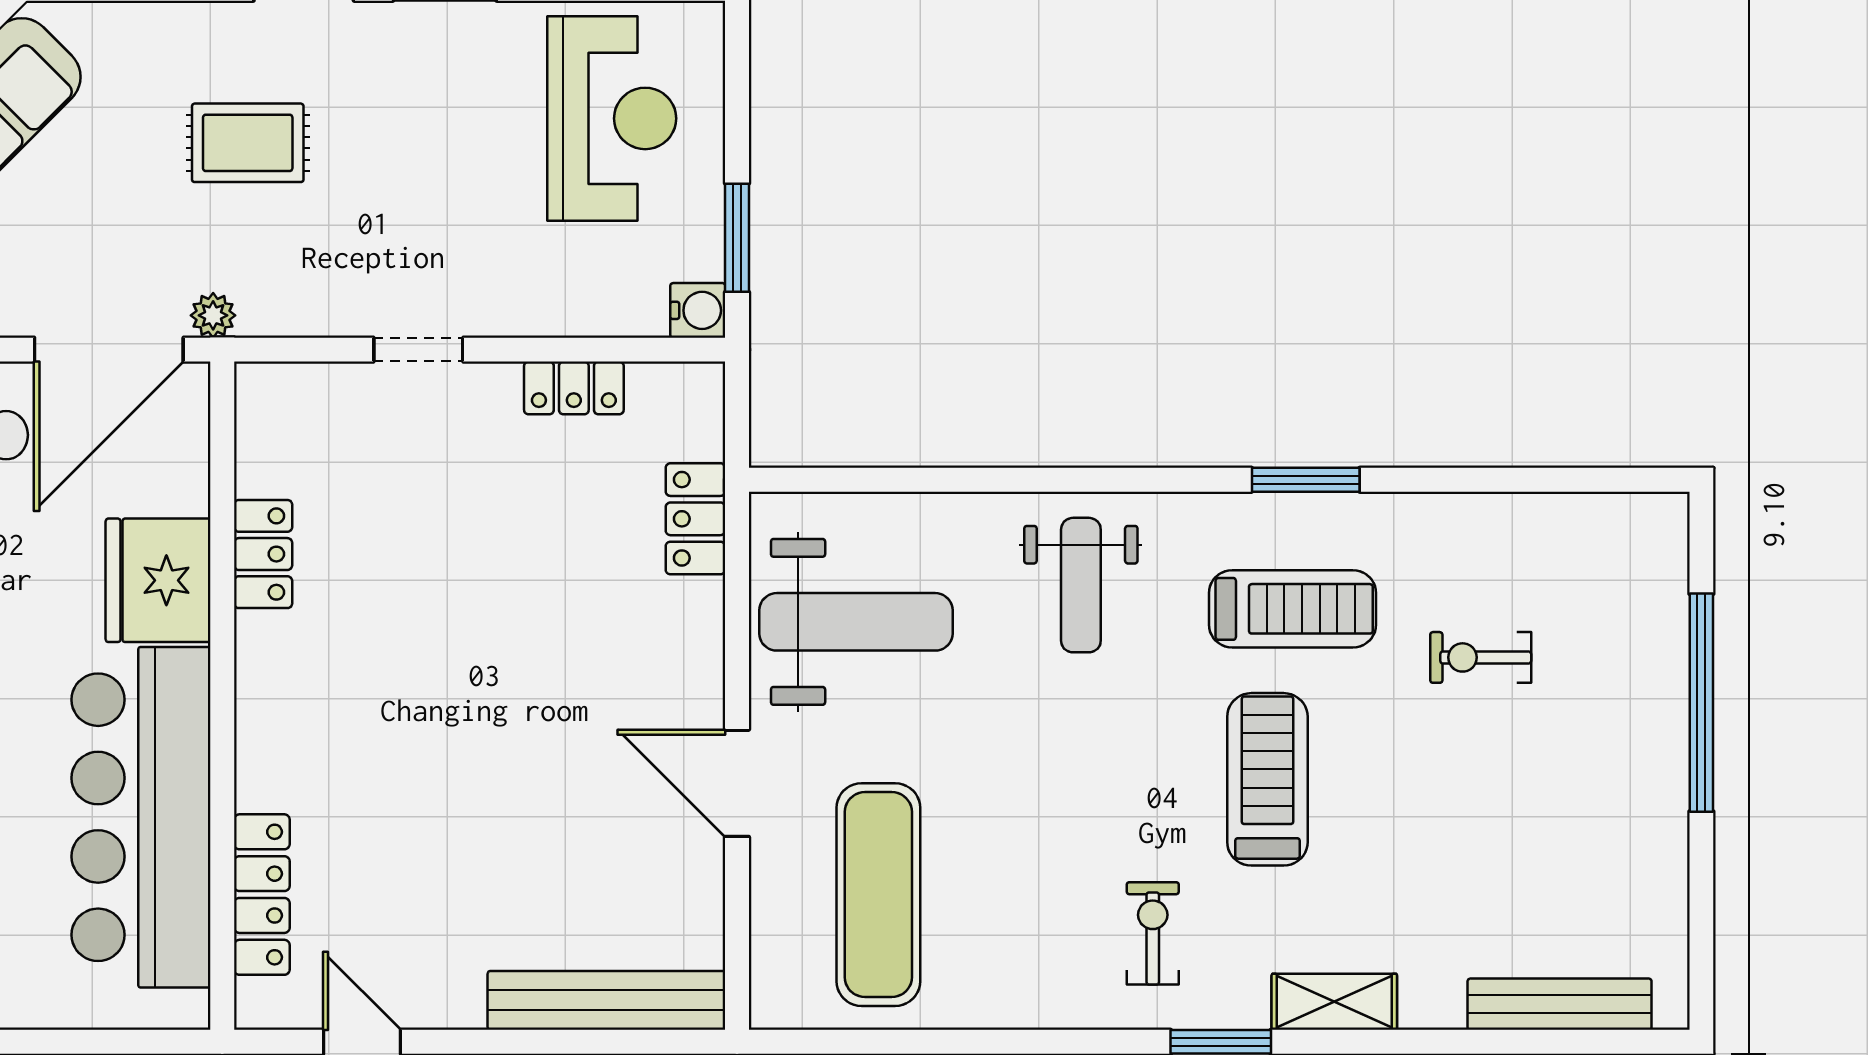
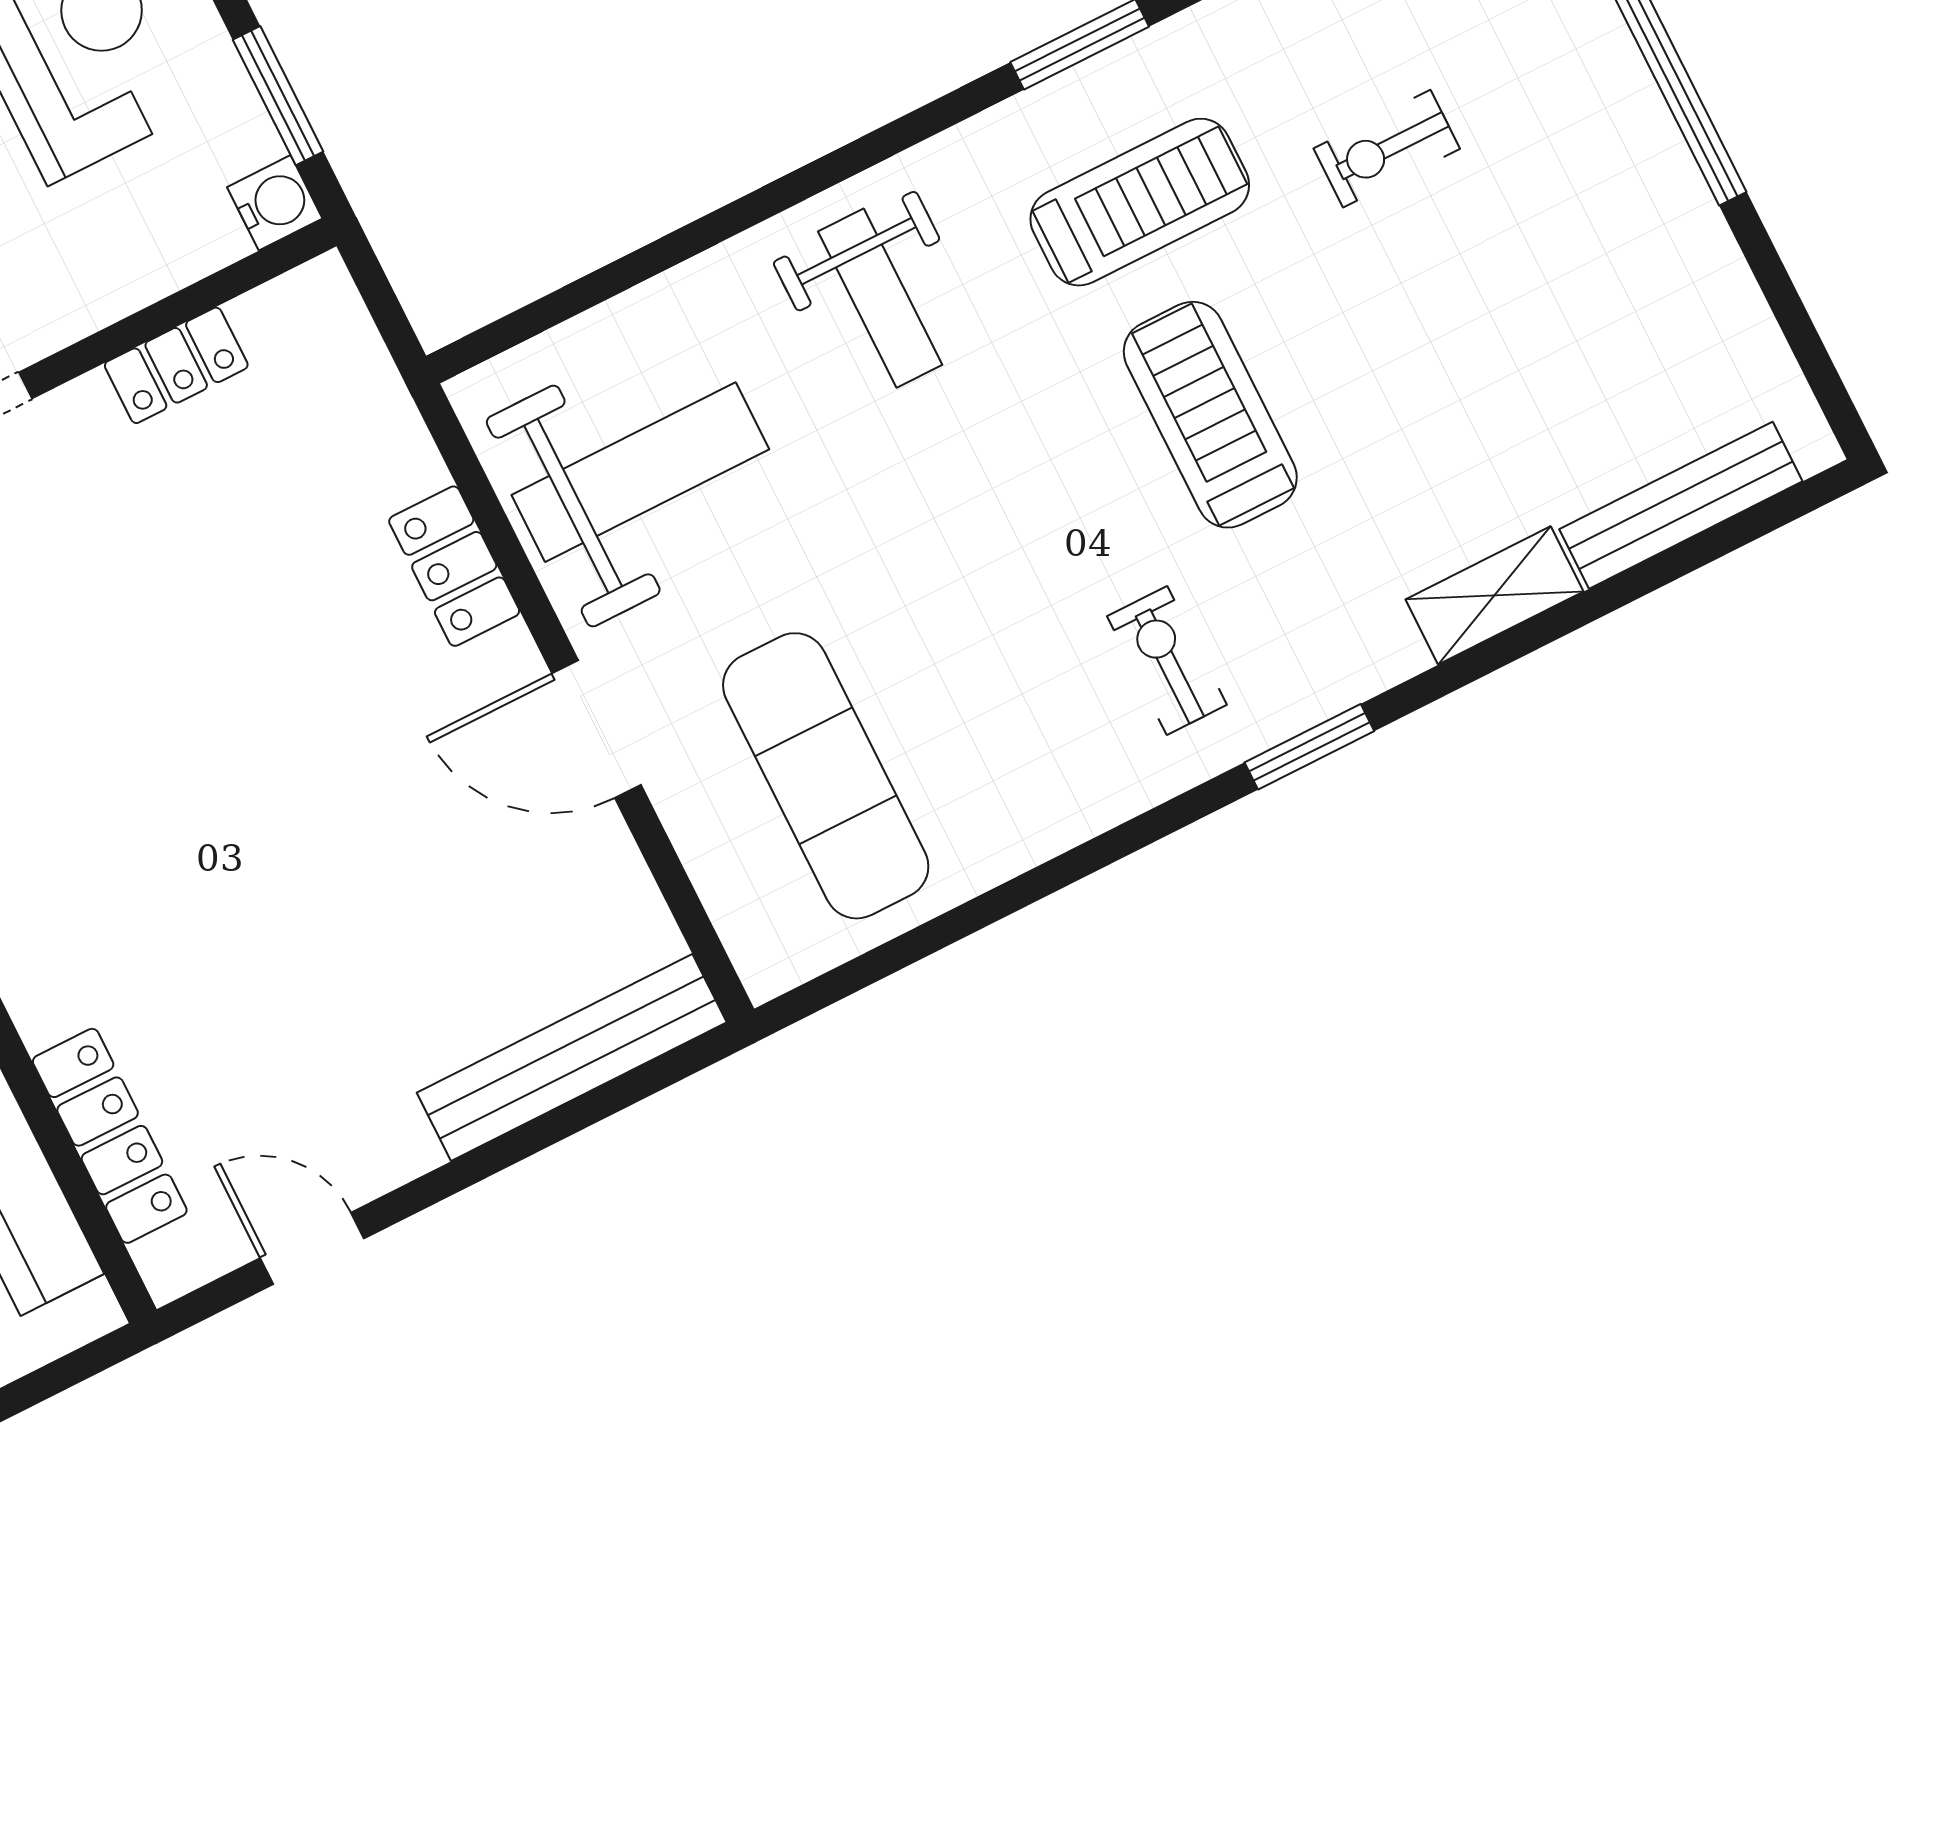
locker: (695, 519) -> (454, 566), moved
shelving: (1334, 1002) -> (1494, 595), moved

